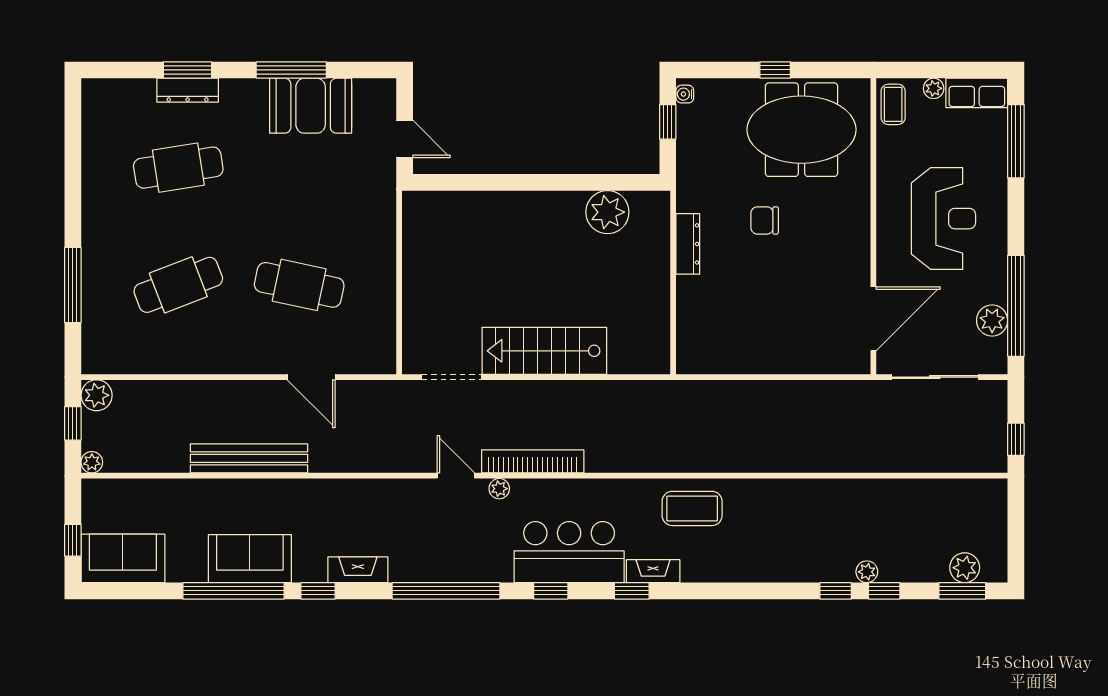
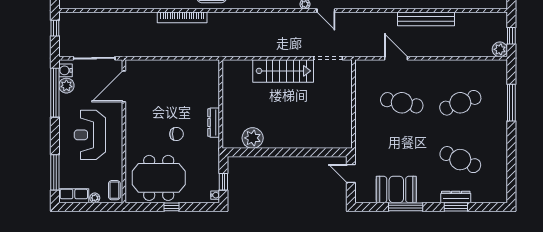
cafe table: (178, 168) -> (460, 160), turned 33
water cooler: (994, 352) -> (65, 70), added
bookcase: (533, 461) -> (182, 17), moved
plant: (92, 462) -> (502, 17), removed

